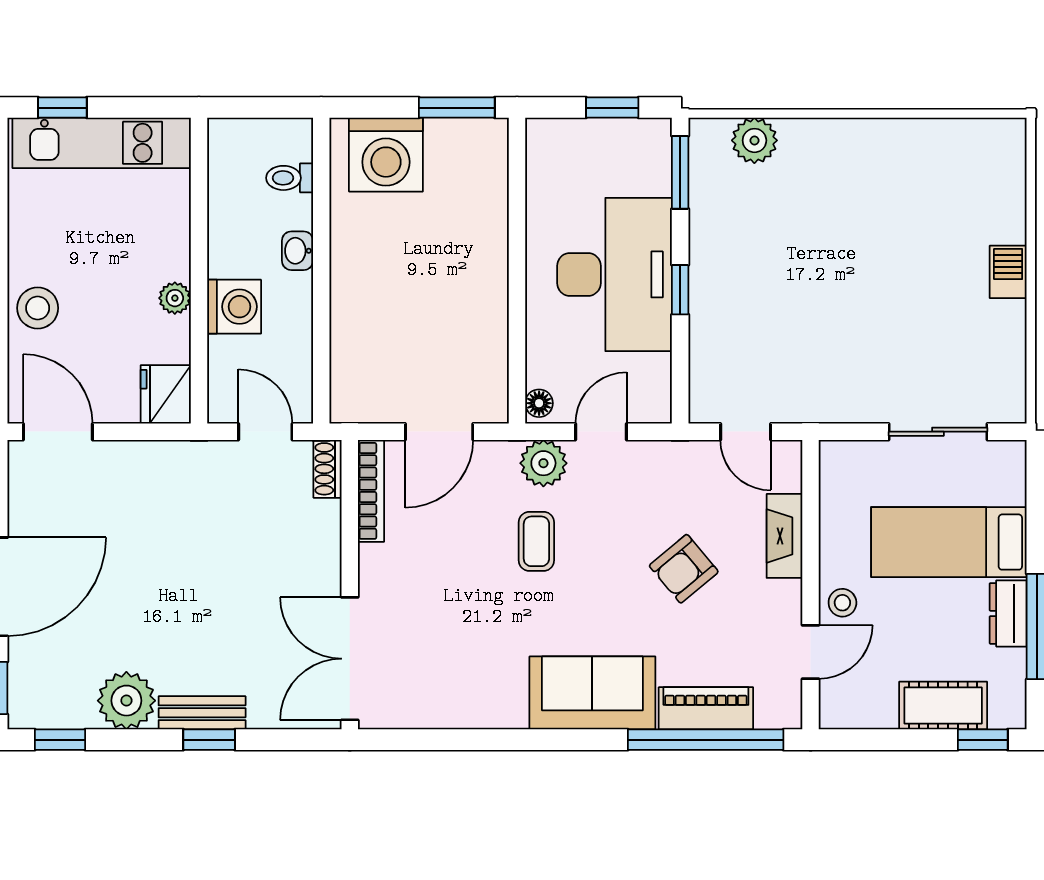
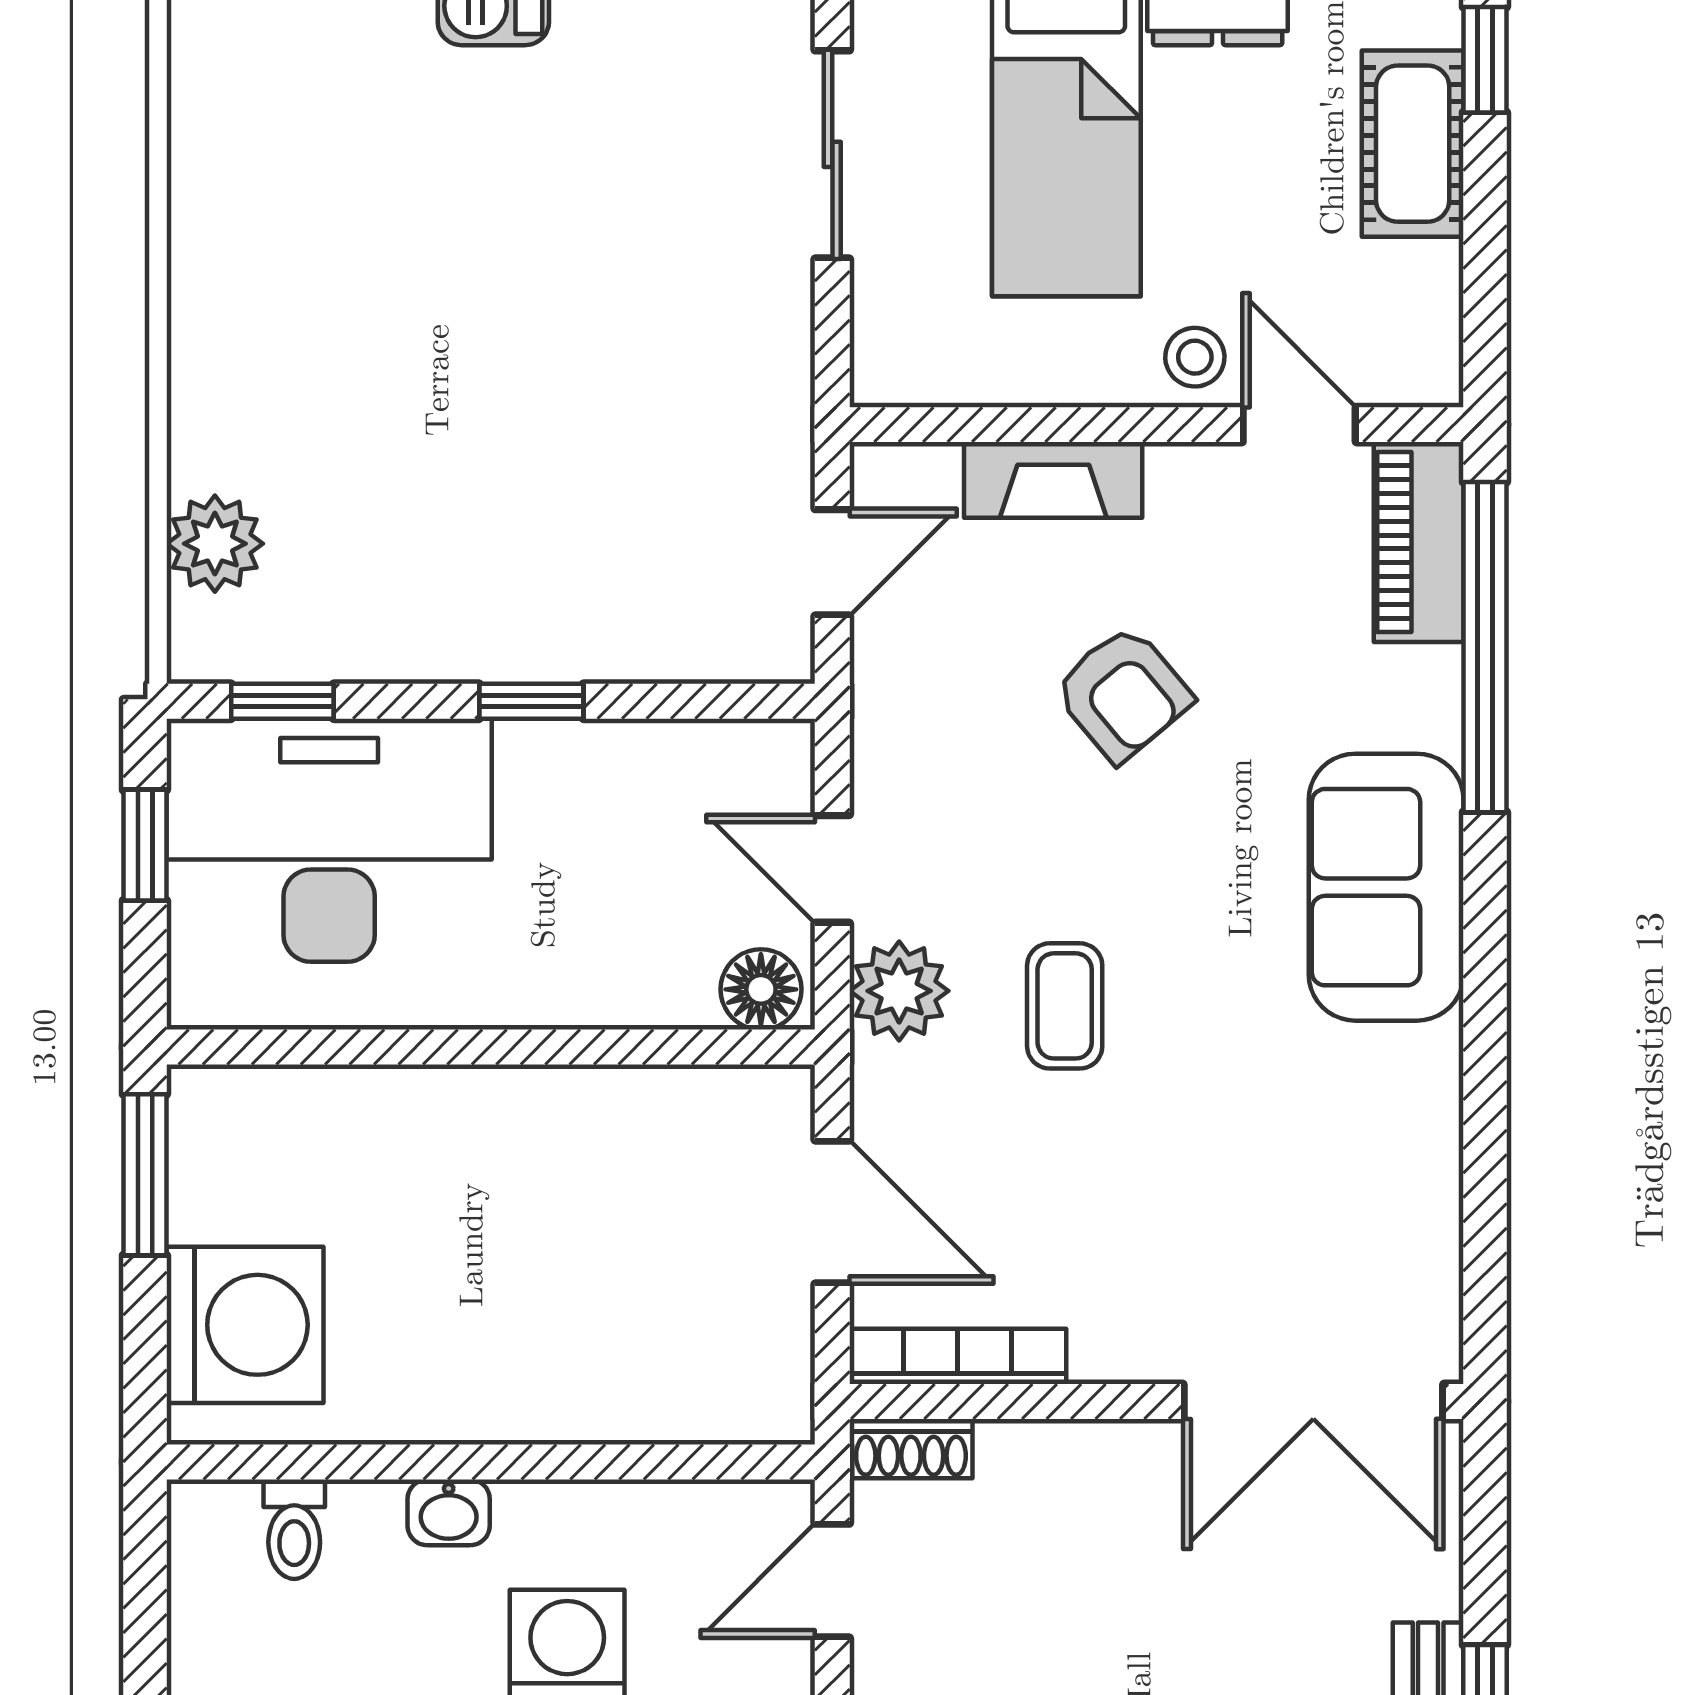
window: (680, 172) -> (282, 701), width x0.67
desk: (615, 274) -> (329, 840), moved
floor lamp: (539, 403) -> (761, 989), width x1.37, depth x1.37
coffee table: (536, 541) -> (1065, 1006), turned 90
piano: (706, 708) -> (1419, 542), moved

